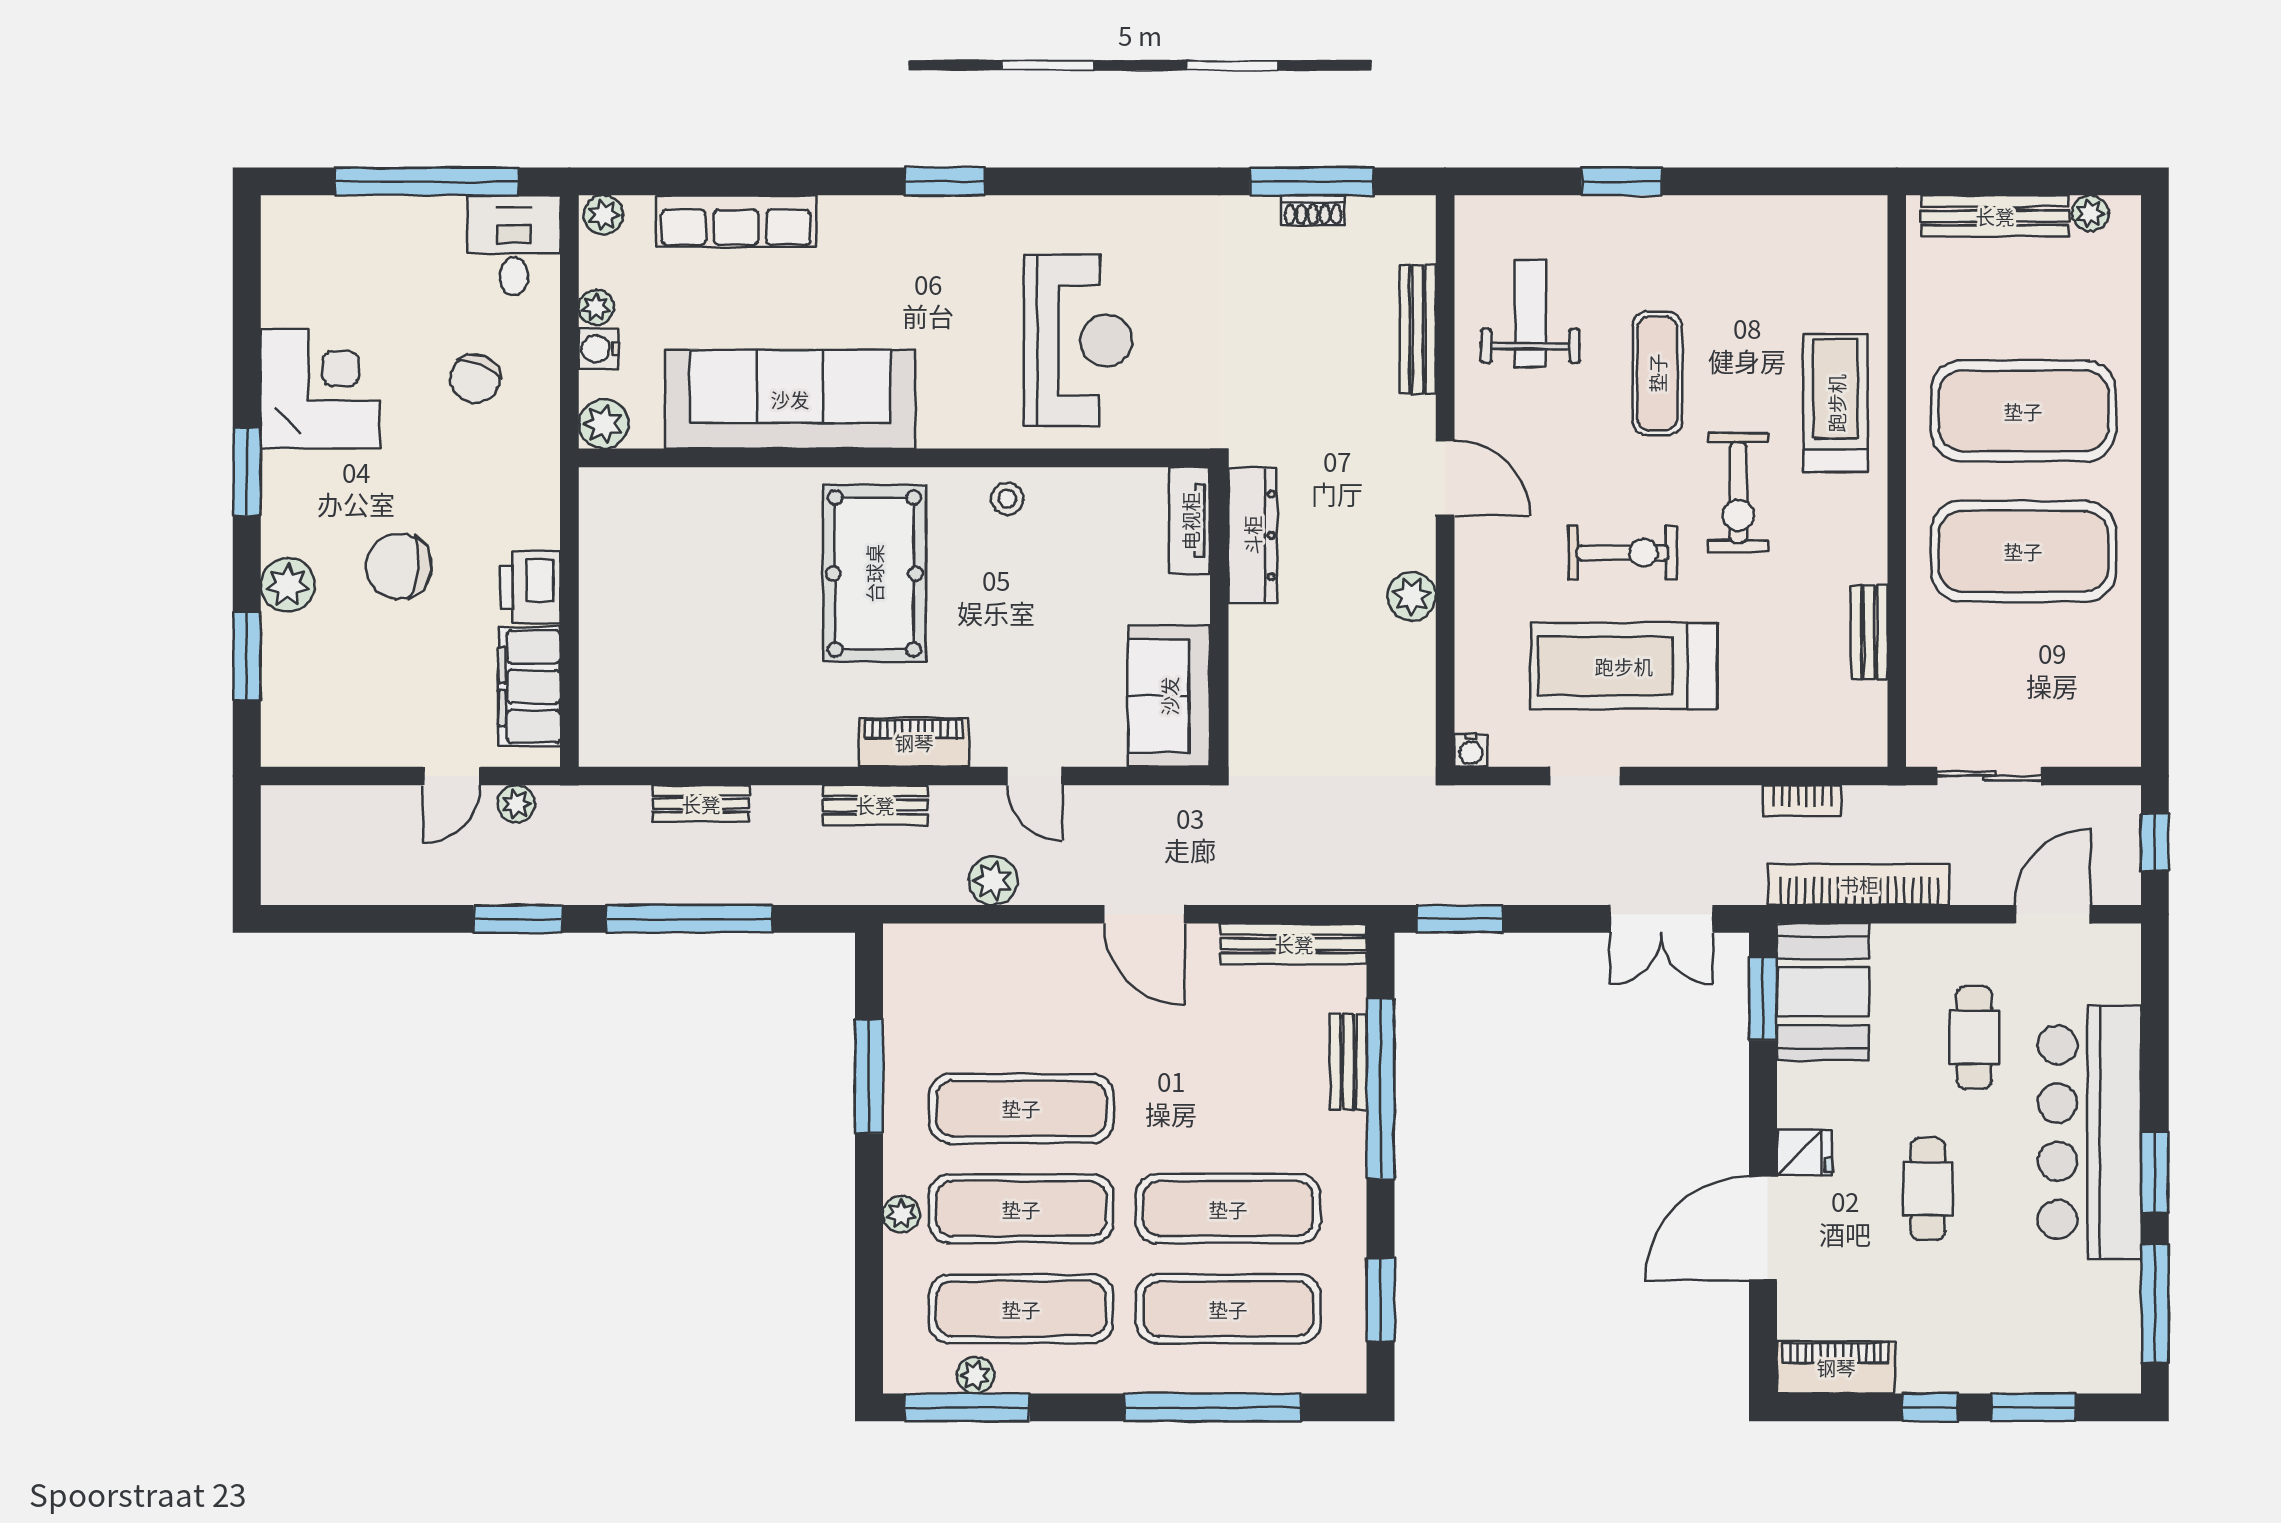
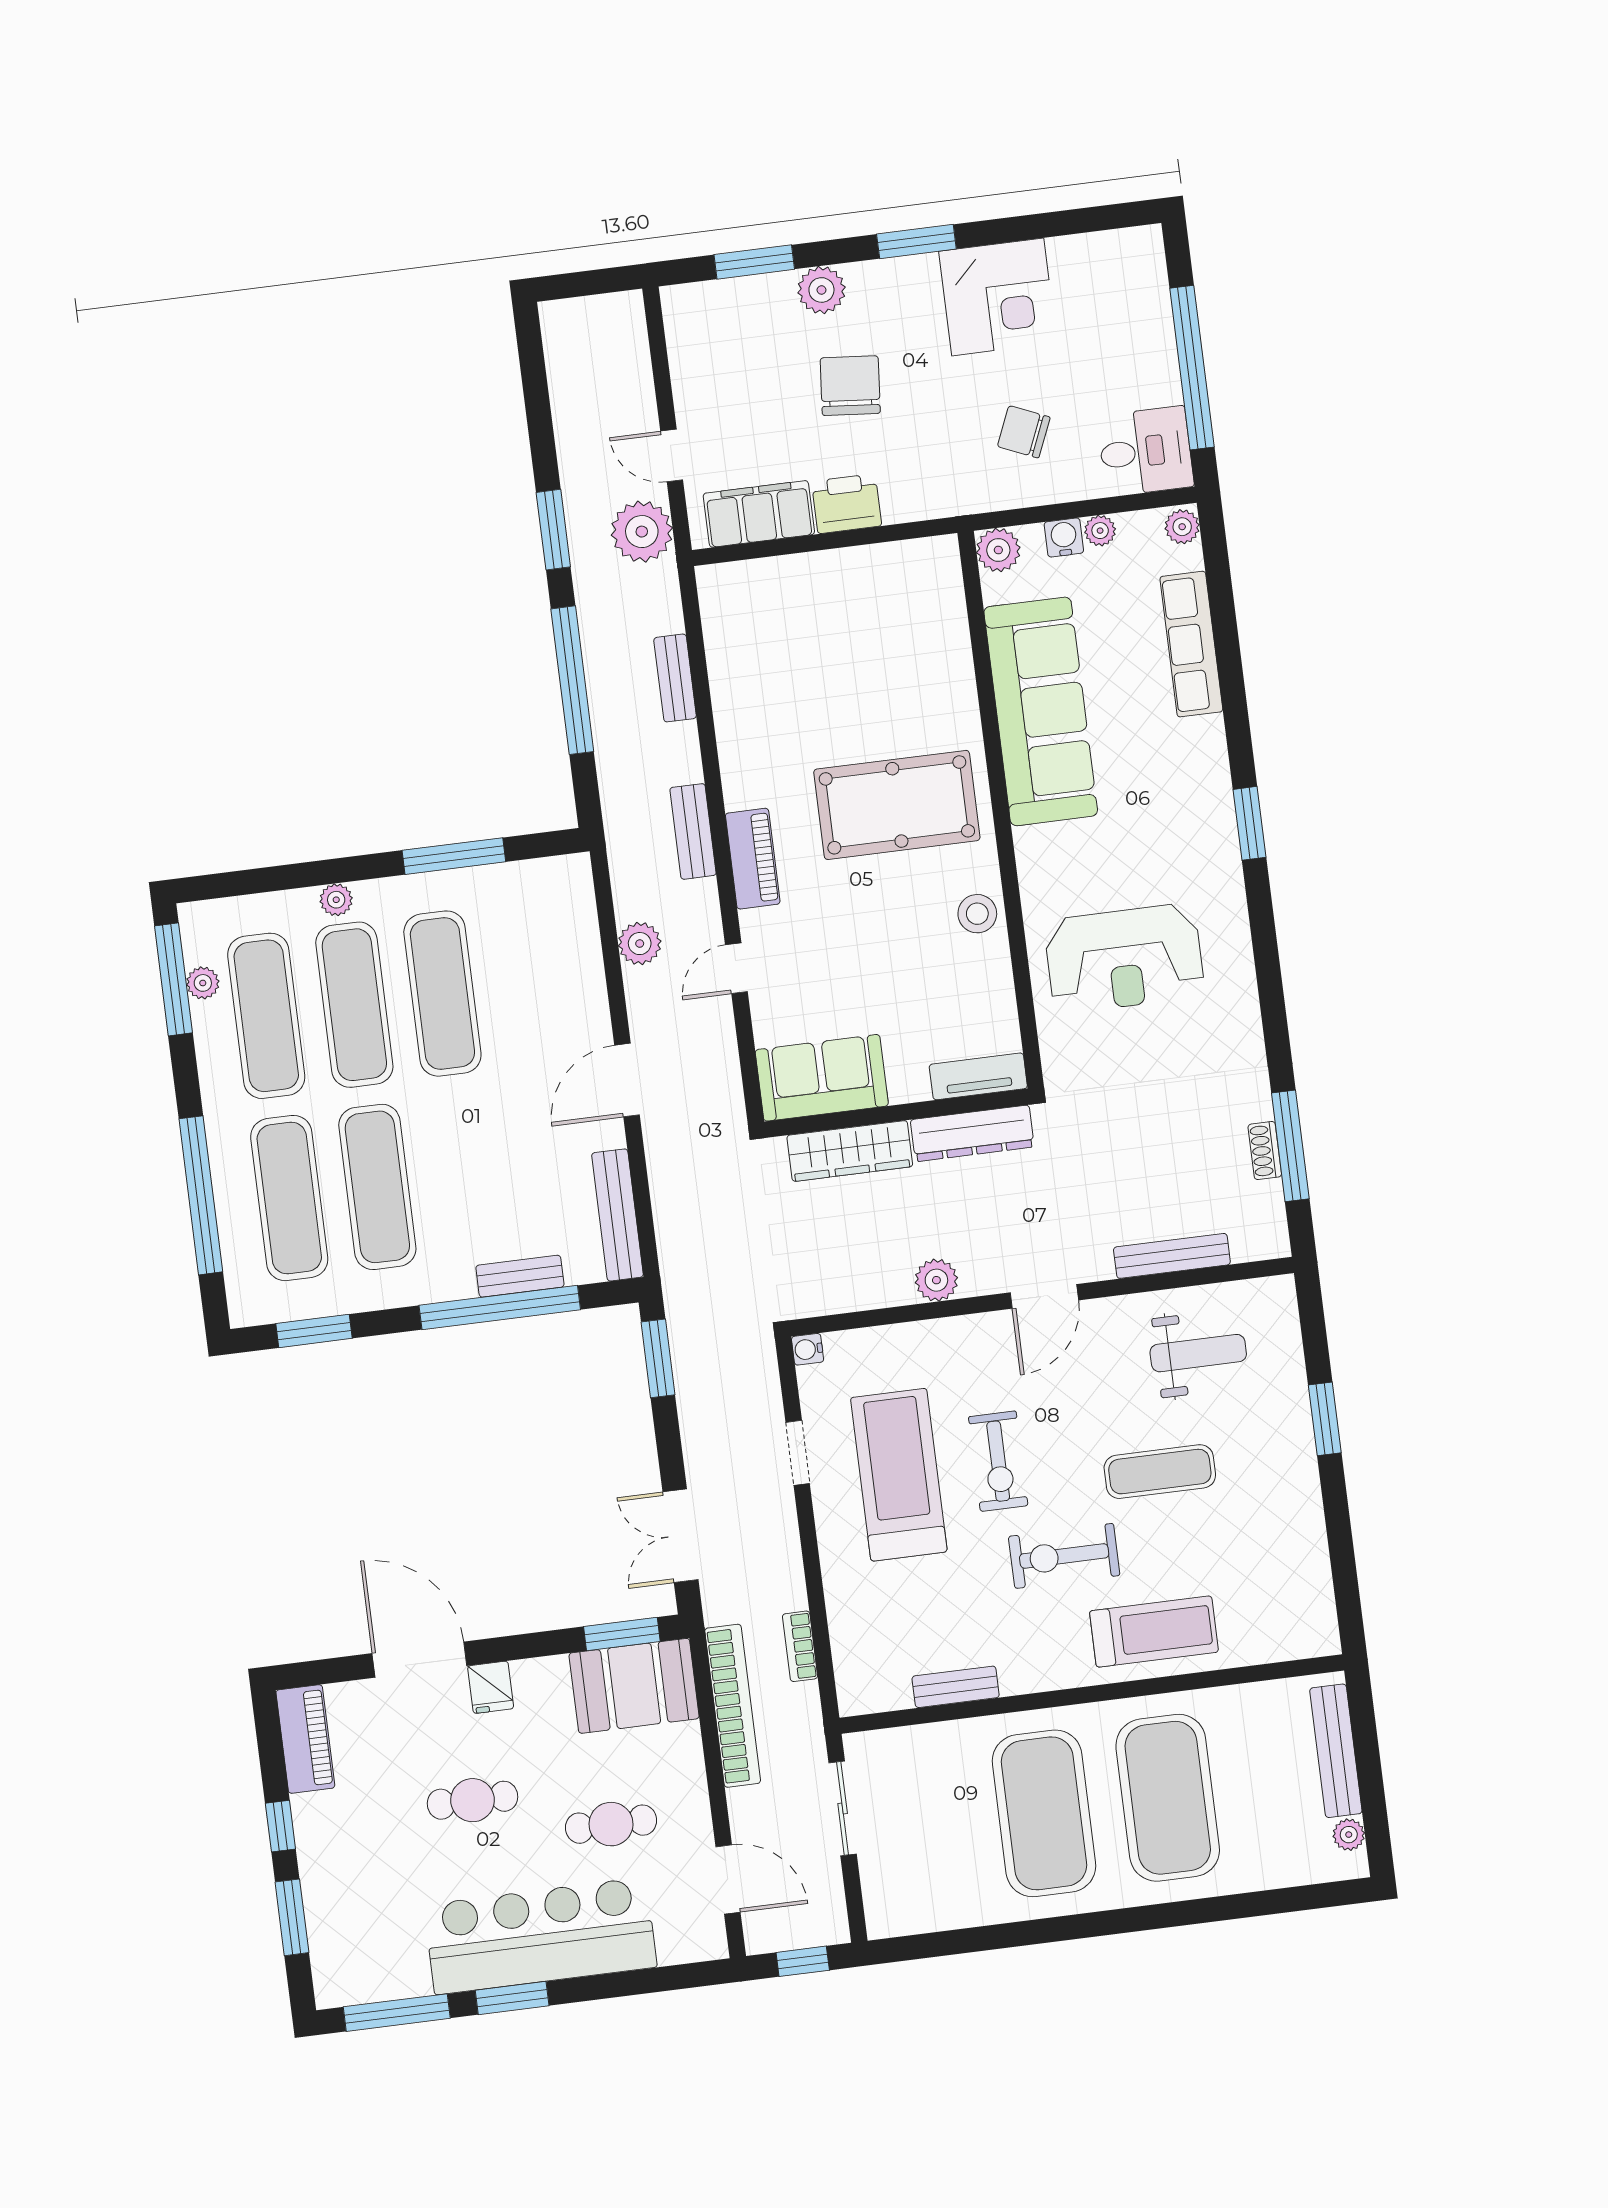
stool: (1007, 499) -> (977, 914), width x1.37, depth x1.37
wardrobe: (1255, 675) -> (850, 1151), added
plant: (516, 804) -> (642, 532), width x1.87, depth x1.87

